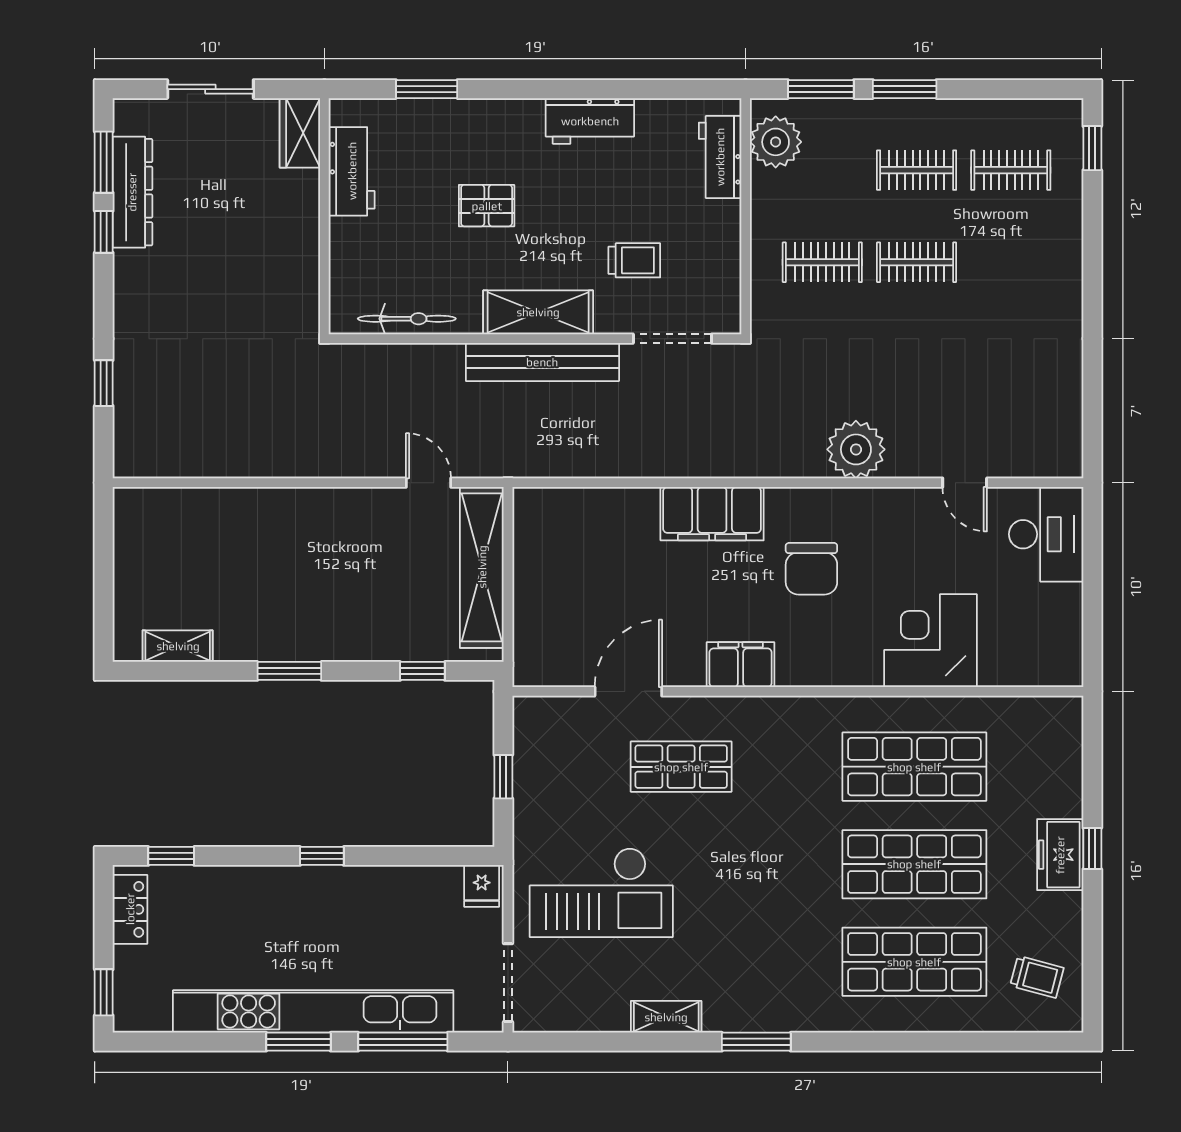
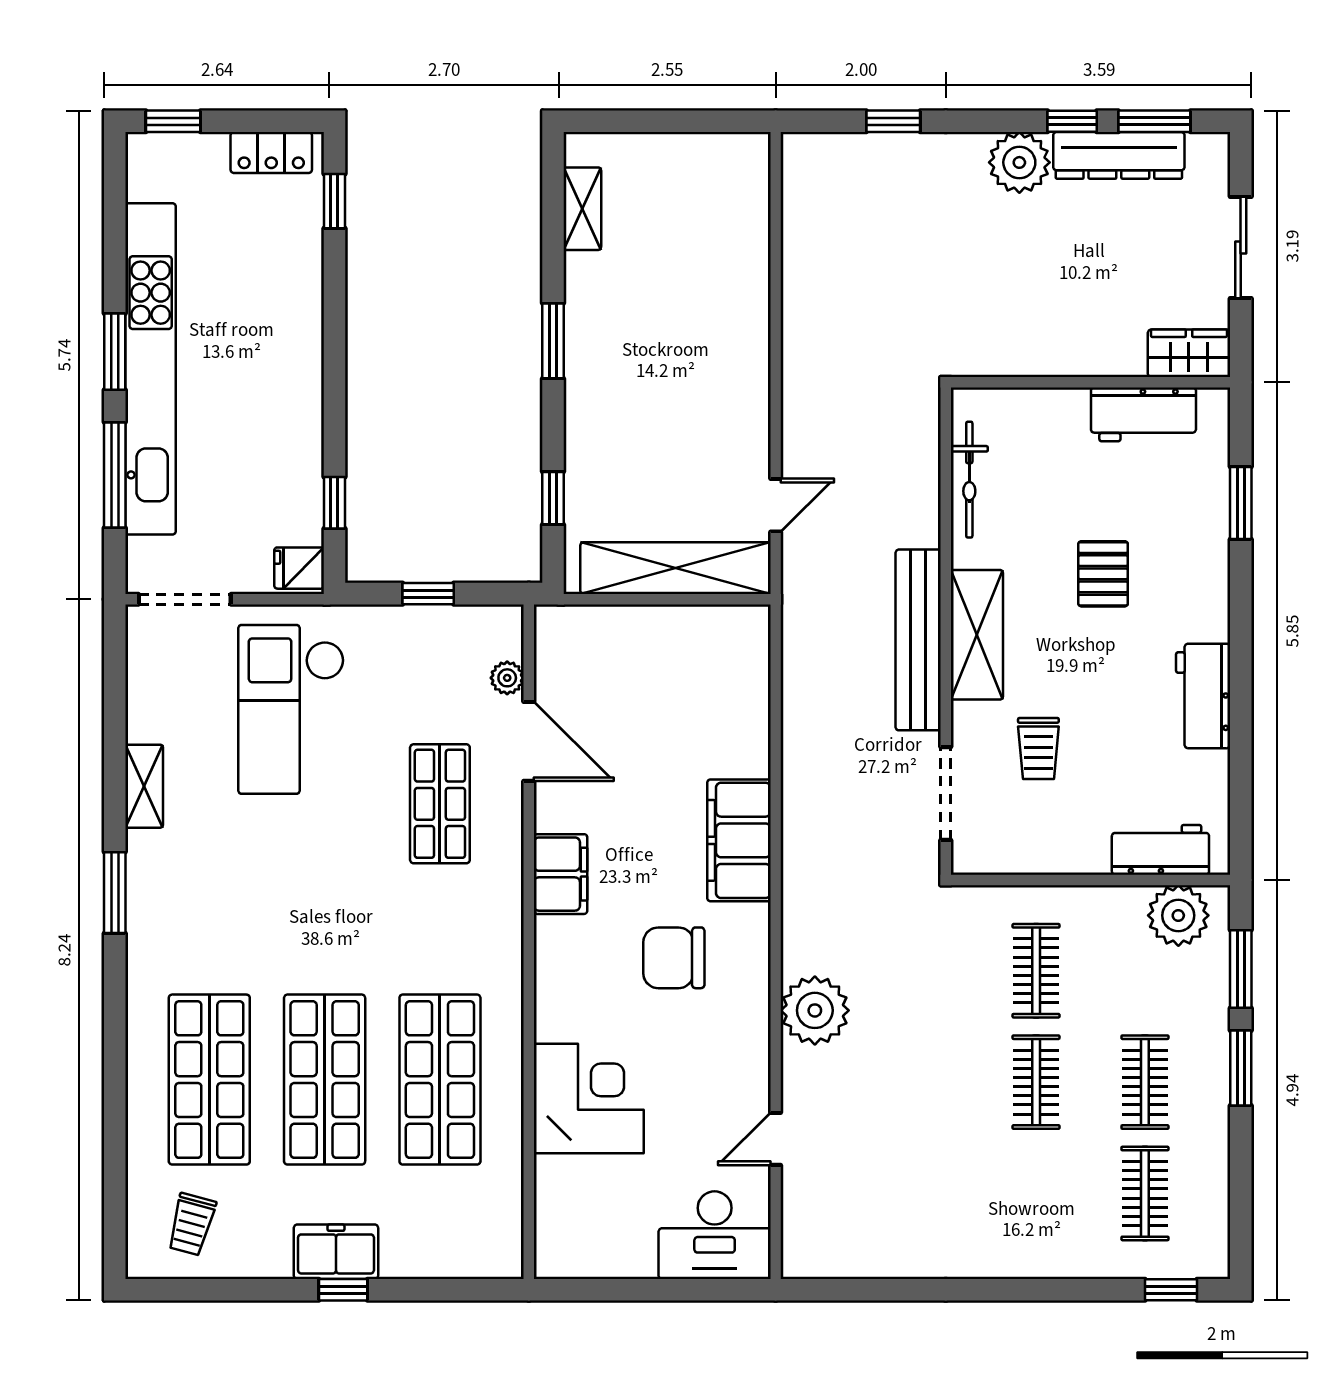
plant: (138, 276) -> (1019, 162), added
plant: (575, 710) -> (507, 678), added
window: (322, 856) -> (334, 503), moved

